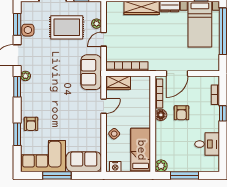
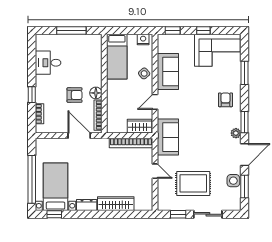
plant: (97, 24) -> (162, 187), removed
door: (104, 39) -> (155, 171), hinge flipped
door: (177, 74) -> (79, 136), hinge flipped
armchair: (181, 113) -> (75, 95), turned 90
armchair: (31, 124) -> (225, 100), moved
sofa: (84, 162) -> (168, 72), moved, turned -90
plant: (161, 166) -> (96, 40), removed
window: (57, 175) -> (203, 30), width x0.46
window: (87, 175) -> (173, 30), added

